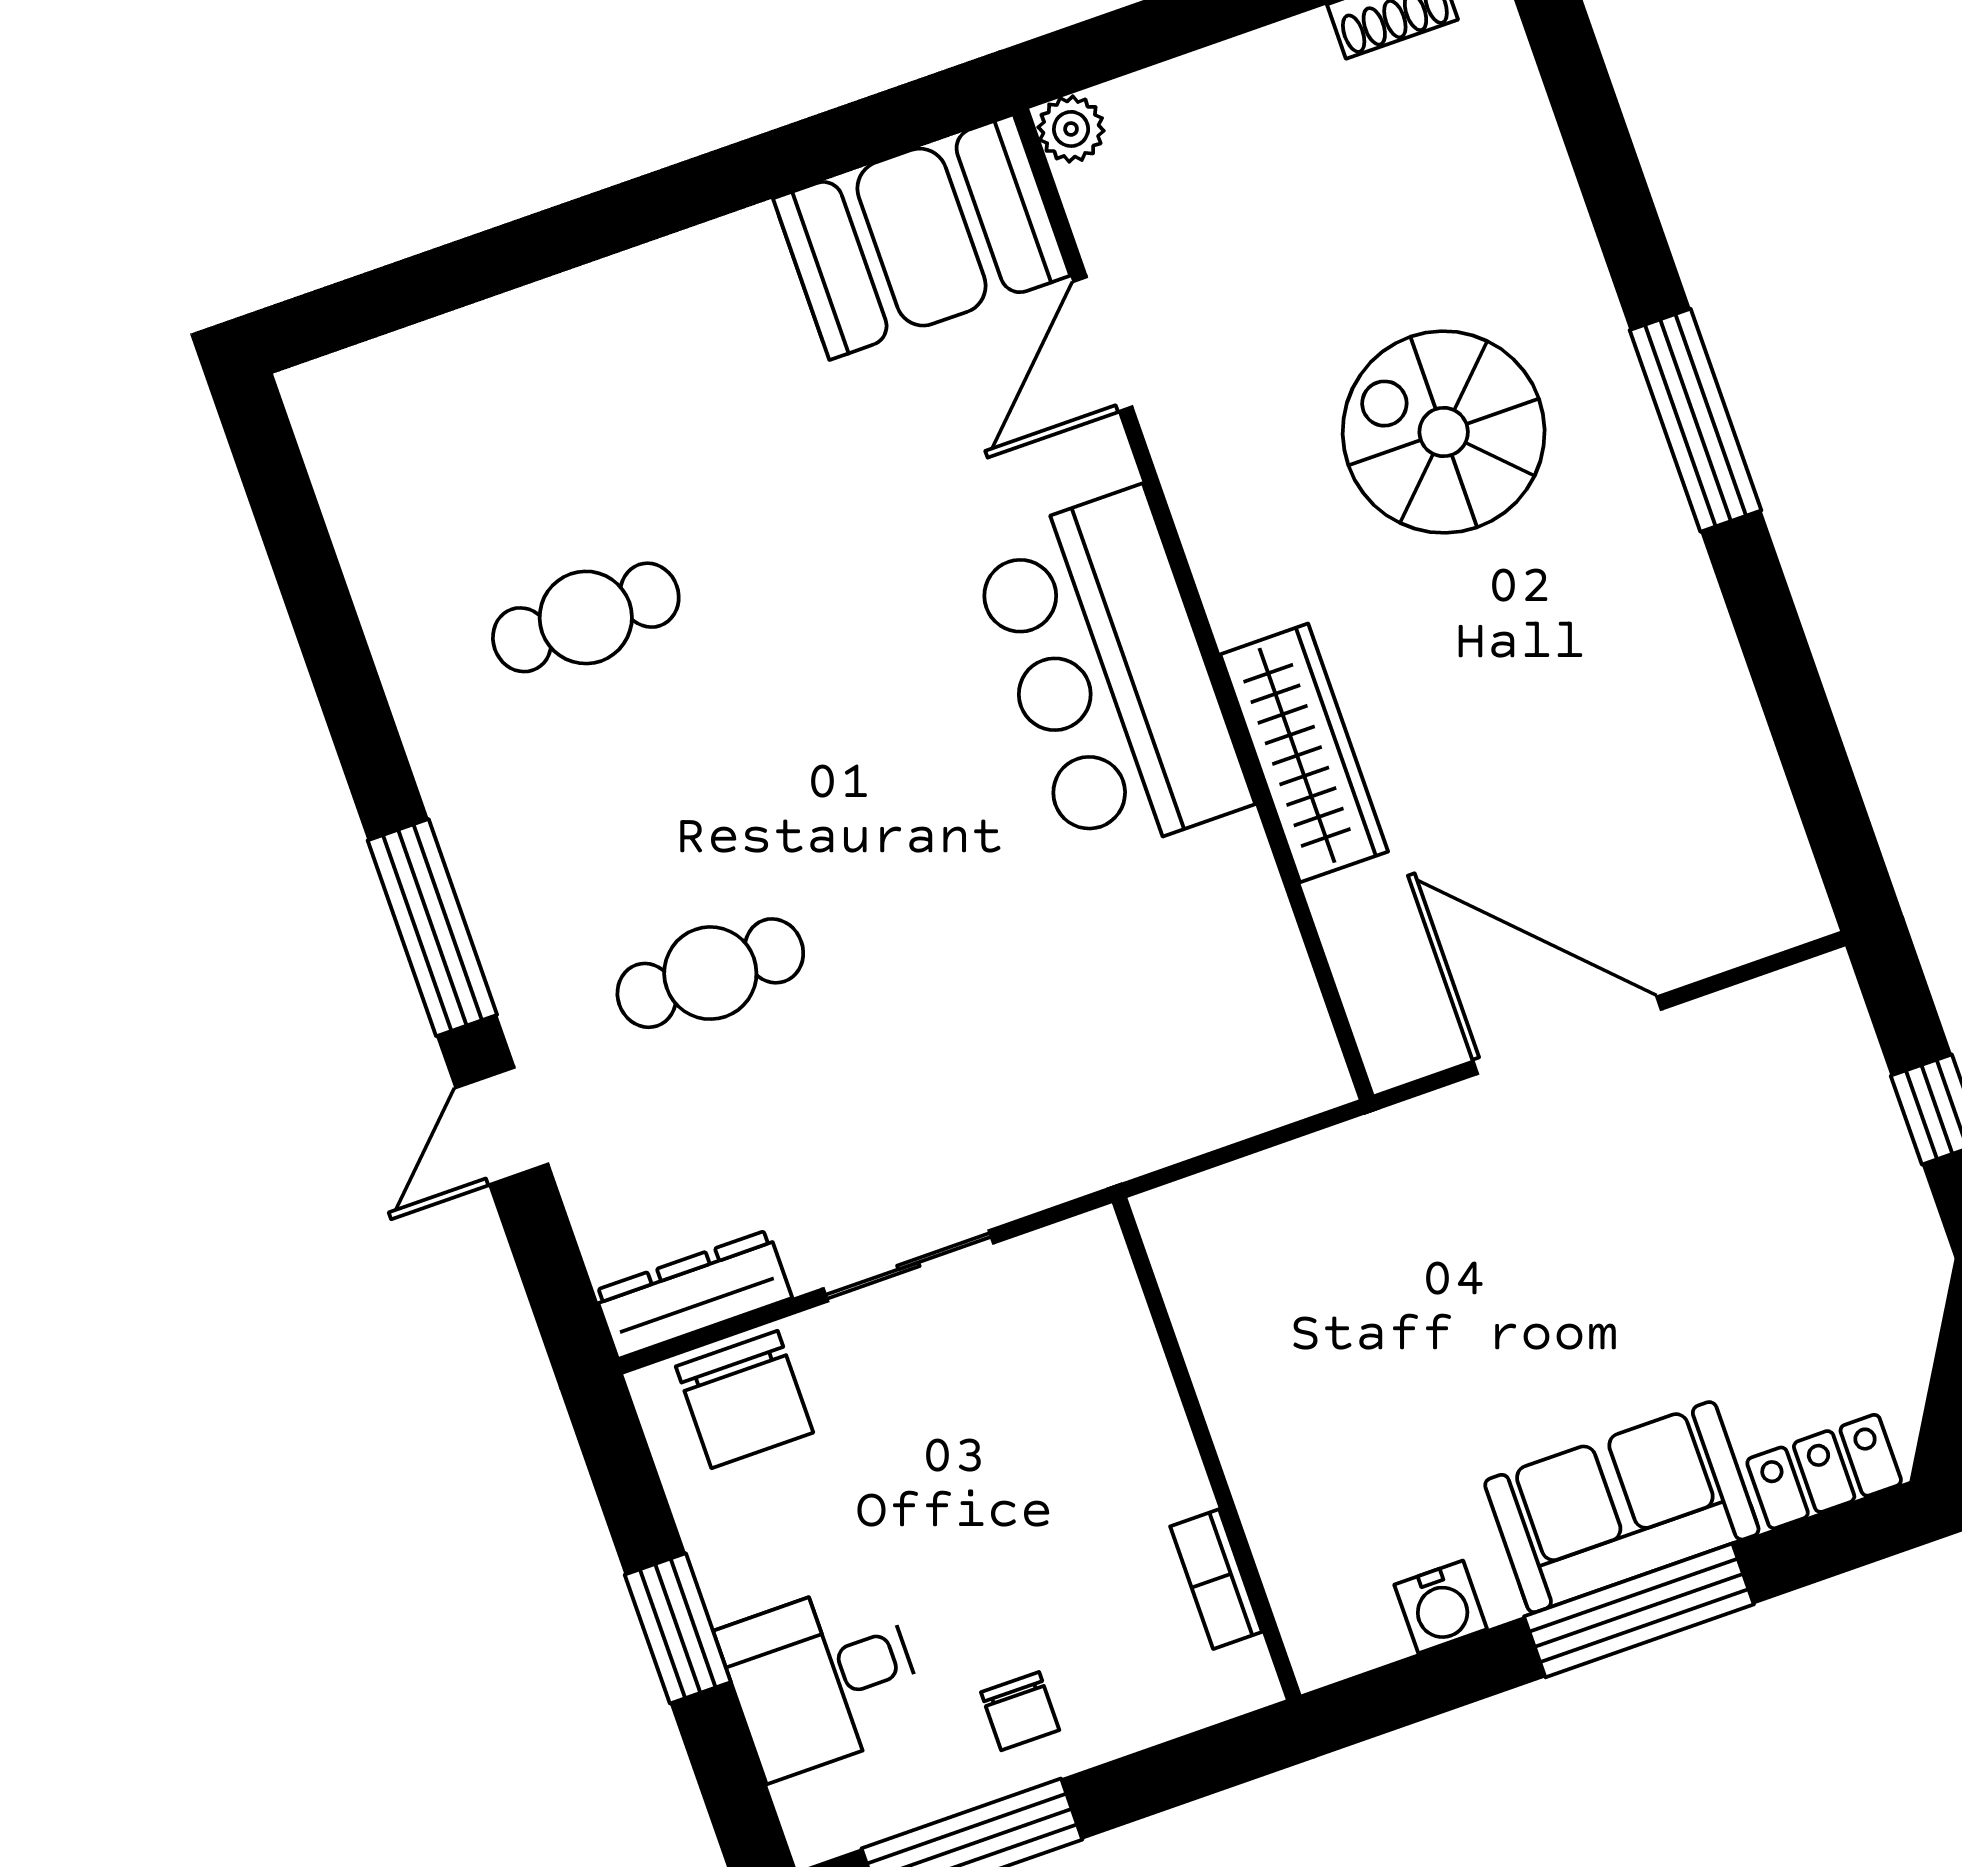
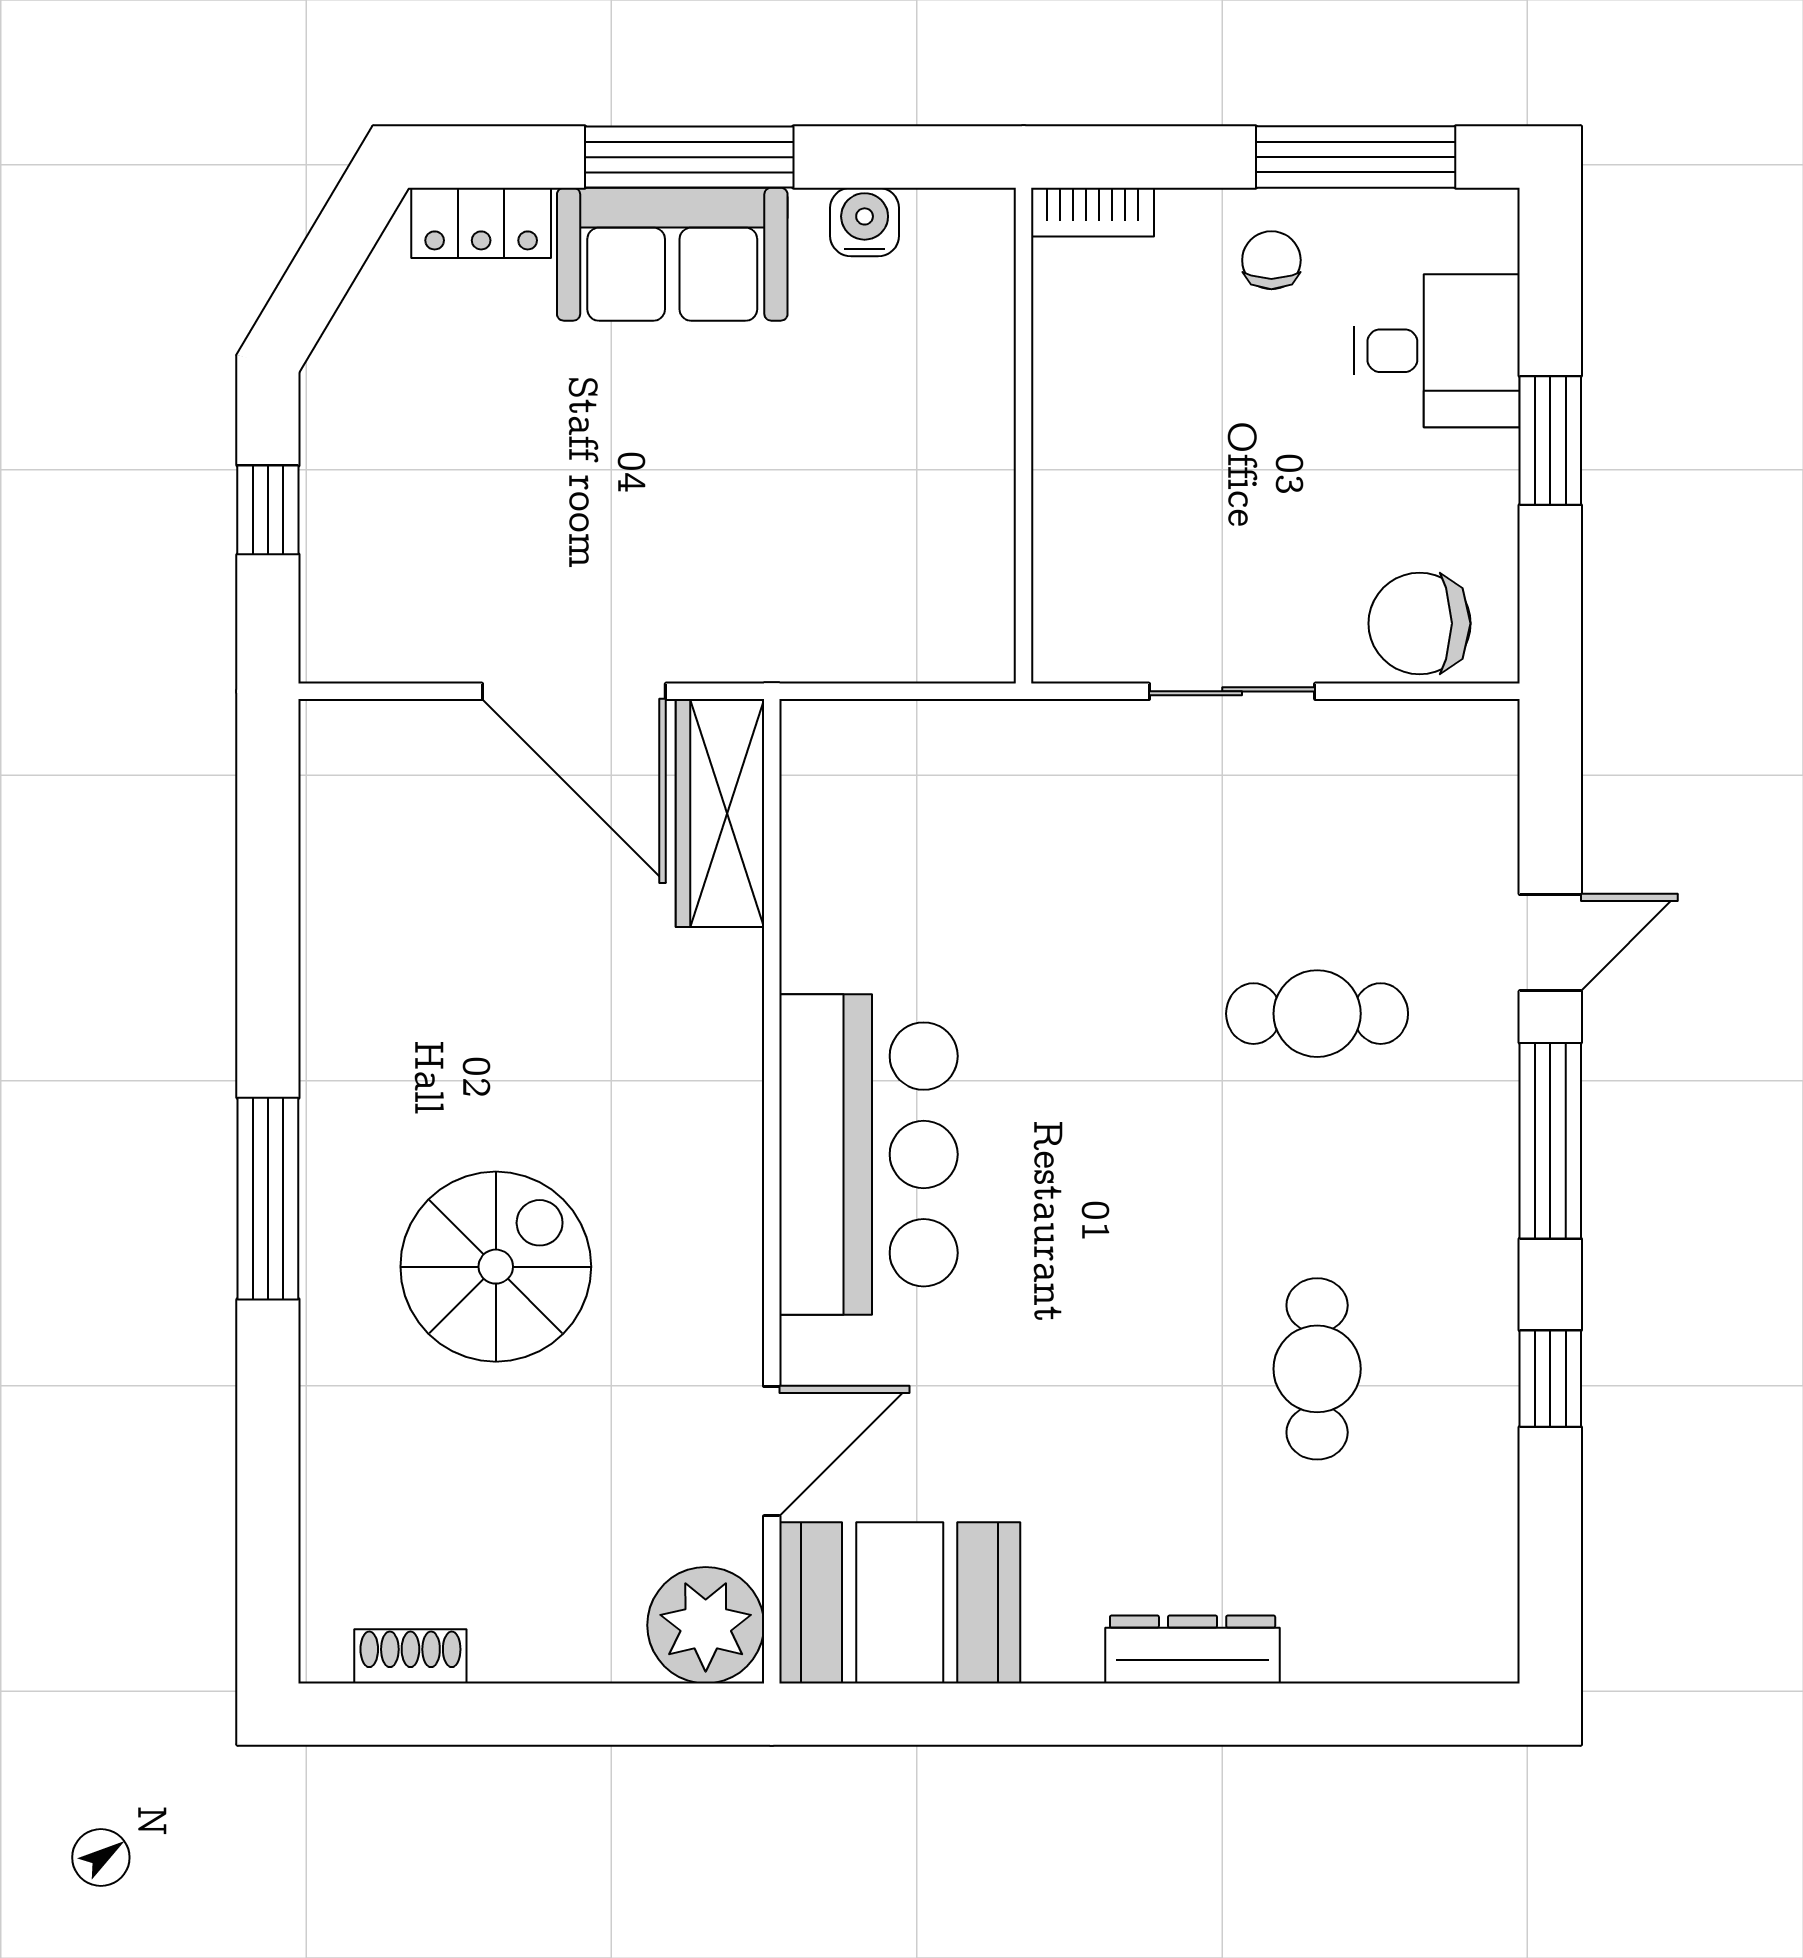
plant: (1071, 129) -> (706, 1625), width x1.88, depth x1.88
spiral stairs: (1444, 432) -> (496, 1267), turned -90
cafe table: (586, 617) -> (1317, 1369), turned 90
window: (349, 689) -> (1550, 1379), added
wardrobe: (1304, 753) -> (720, 813), moved
dresser: (693, 1294) -> (1193, 1649), moved, turned 180
chair: (745, 1399) -> (1420, 623), turned -90
bookcase: (1216, 1579) -> (1093, 212), moved, turned 90

